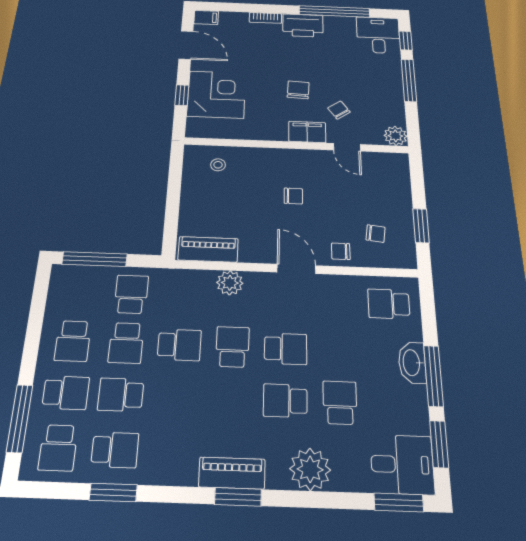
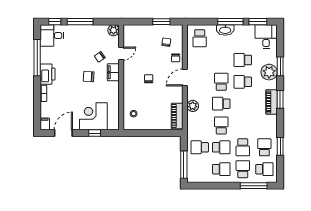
school desk: (285, 401) -> (243, 82), turned 90
window: (399, 502) -> (280, 66), moved

